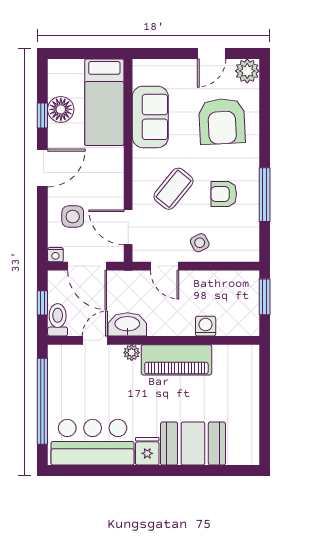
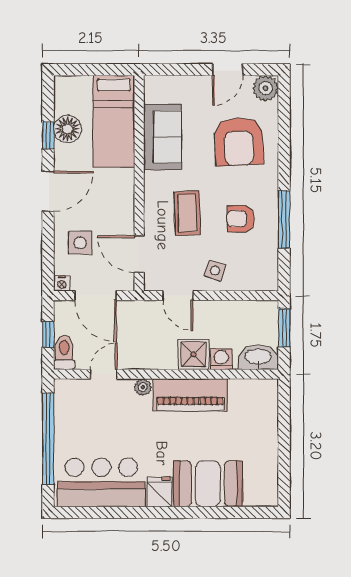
coffee table: (173, 189) -> (187, 213), turned -41
side table: (200, 243) -> (215, 271), turned 45
shower: (179, 322) -> (194, 354), added
washbasin: (127, 324) -> (258, 357), moved

